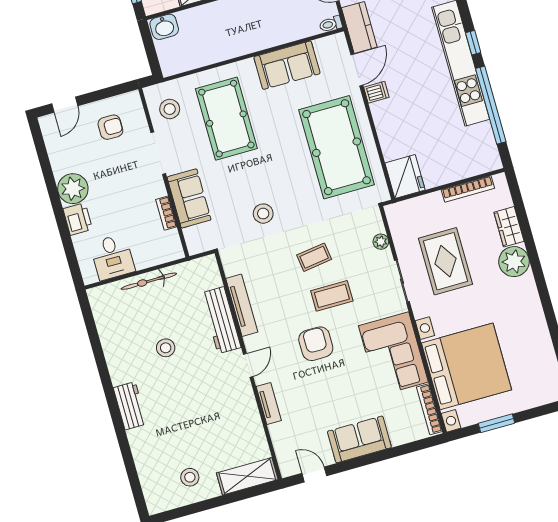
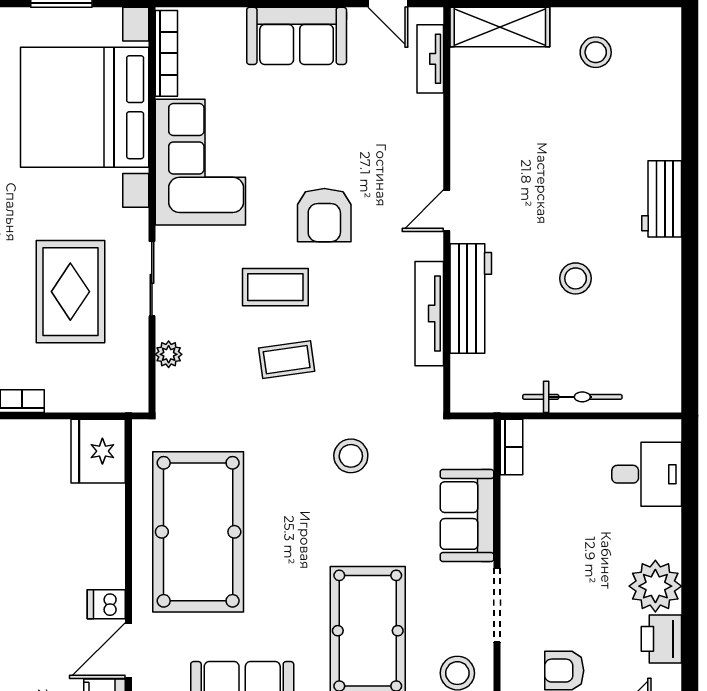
bookcase: (166, 213) -> (512, 447), moved
printer: (78, 219) -> (661, 639), moved
desk: (112, 257) -> (647, 474), moved, turned 90
tv unit: (269, 403) -> (430, 59), moved

